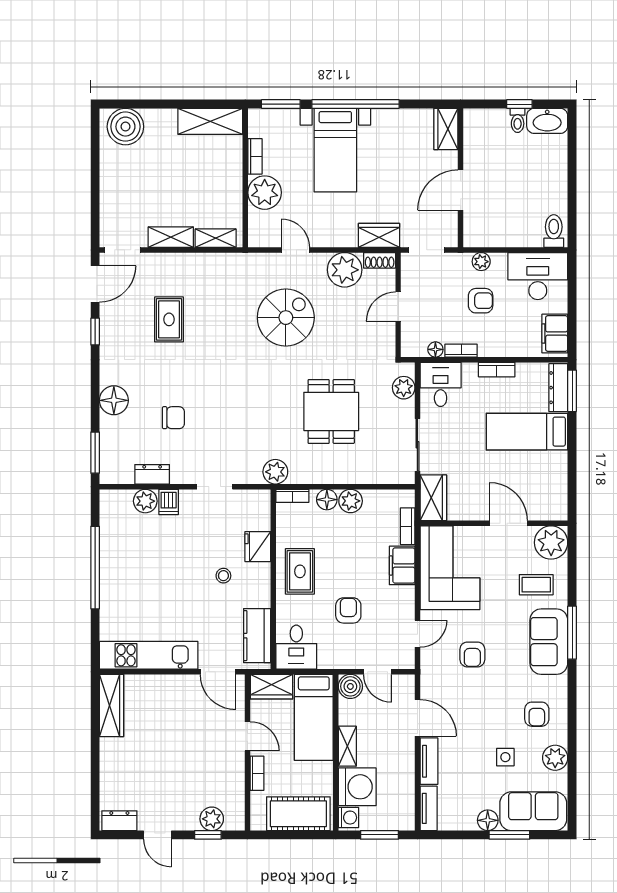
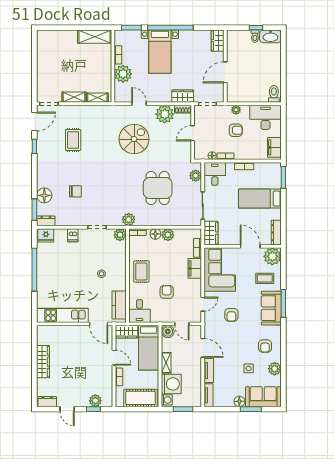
boiler: (125, 127) -> (50, 39), removed
dresser: (558, 388) -> (276, 233), moved
floor lamp: (114, 400) -> (44, 195), moved
dresser: (152, 474) -> (46, 221), moved
plant: (145, 501) -> (120, 235), moved
fridge: (258, 547) -> (46, 235), moved, turned -90
wardrobe: (111, 706) -> (43, 362), moved

